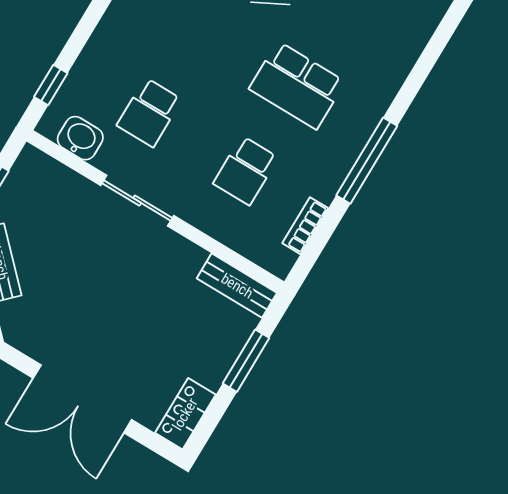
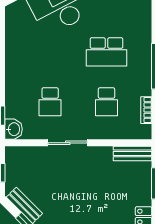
washbasin: (80, 138) -> (14, 129), moved, turned 90

